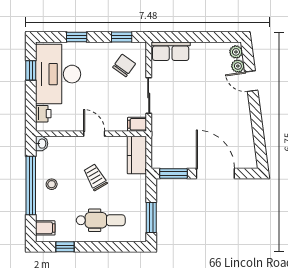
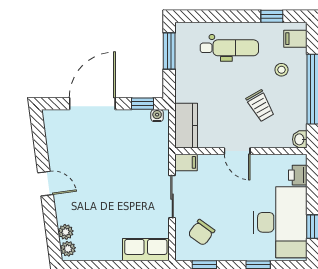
door: (251, 81) -> (46, 184), moved
water cooler: (161, 163) -> (157, 116), added
window: (173, 174) -> (143, 104), width x0.67
door: (215, 174) -> (92, 104), swing flipped
trolley: (95, 177) -> (260, 106), moved
stool: (52, 184) -> (281, 70), moved
dental chair: (101, 220) -> (229, 48), turned 180

